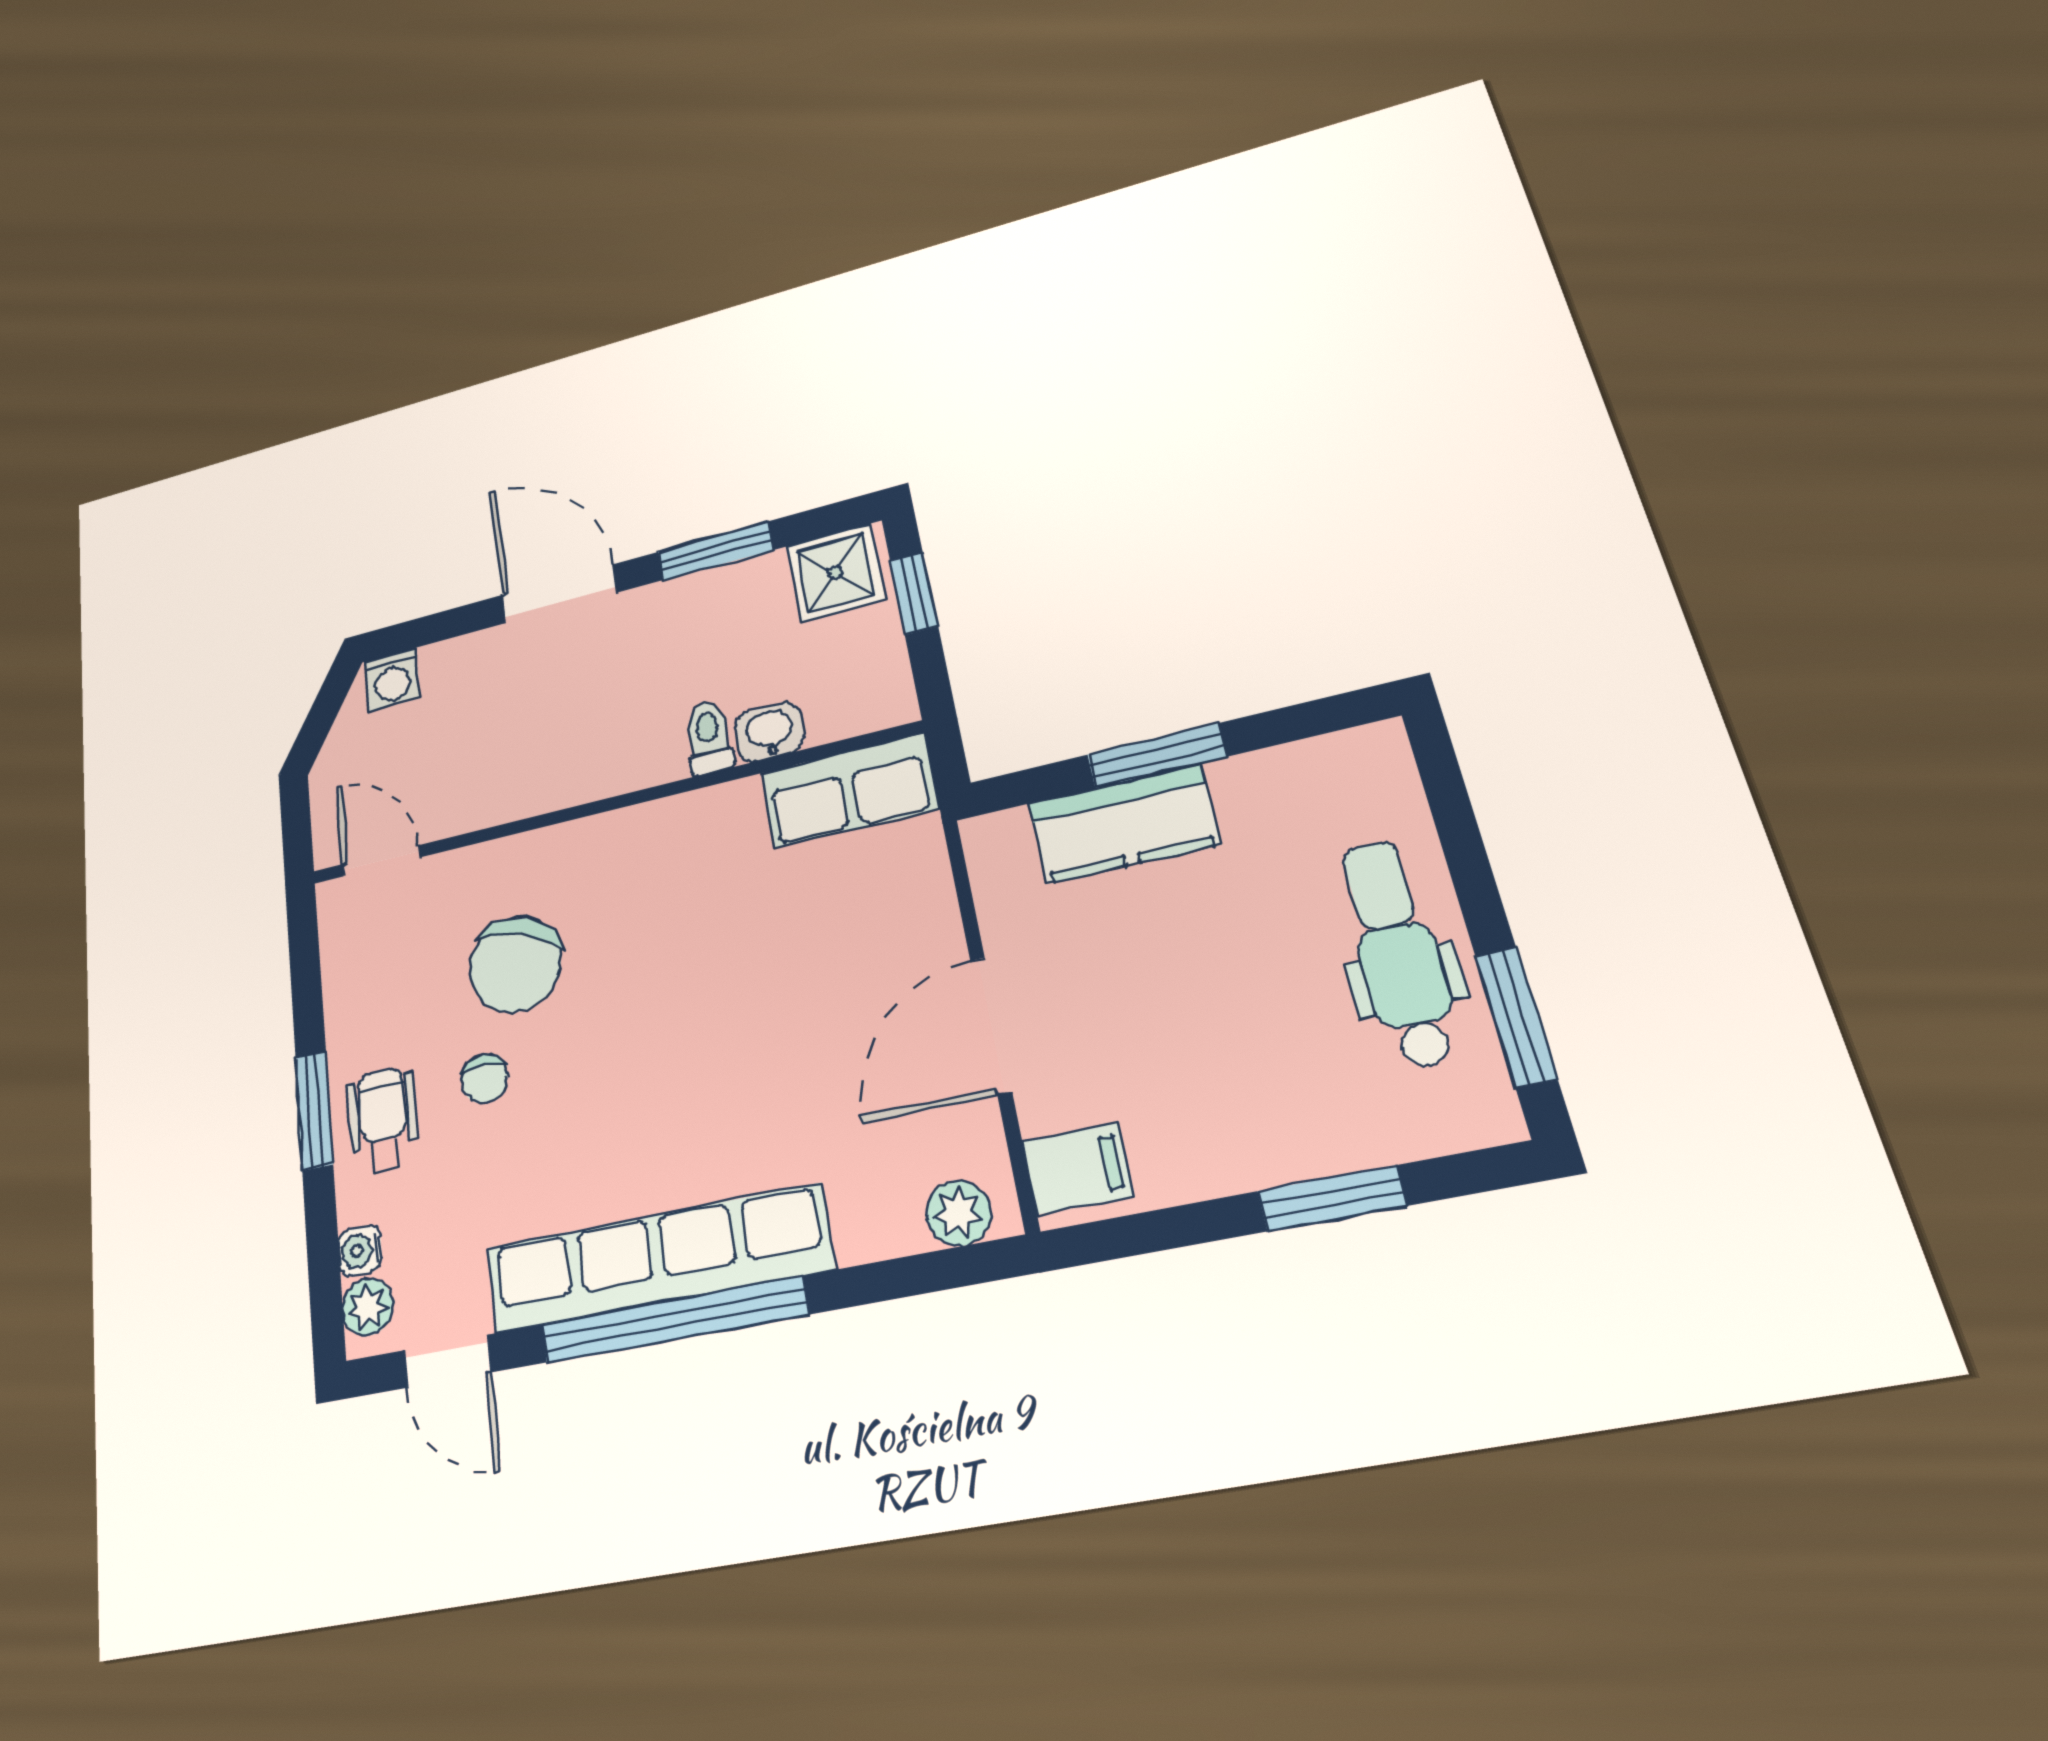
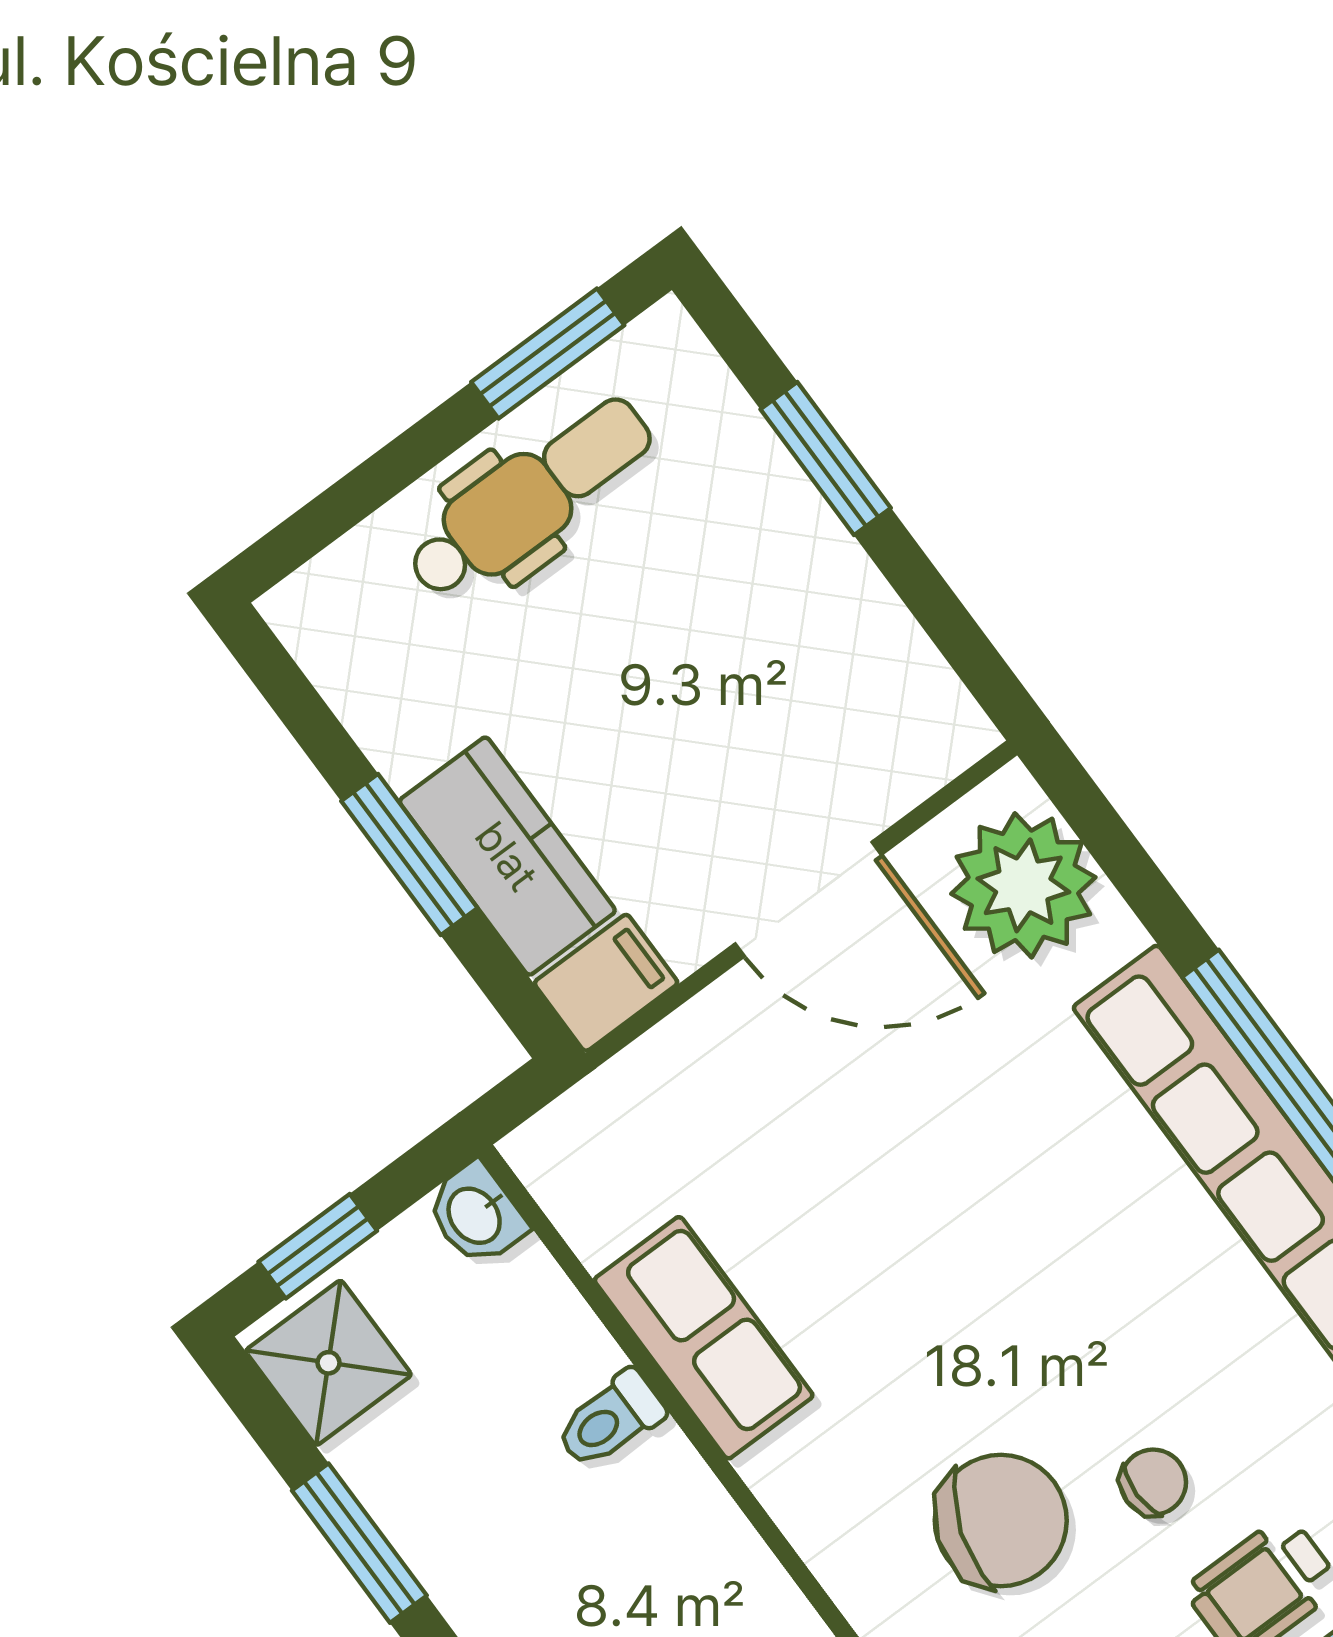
washbasin: (770, 732) -> (476, 1214), moved
row of seats: (849, 791) -> (704, 1338), moved
dental chair: (1398, 953) -> (529, 498), turned 180
filing cabinet: (1078, 1169) -> (606, 983), moved, turned 90
plant: (958, 1213) -> (1023, 885), width x1.88, depth x1.88

